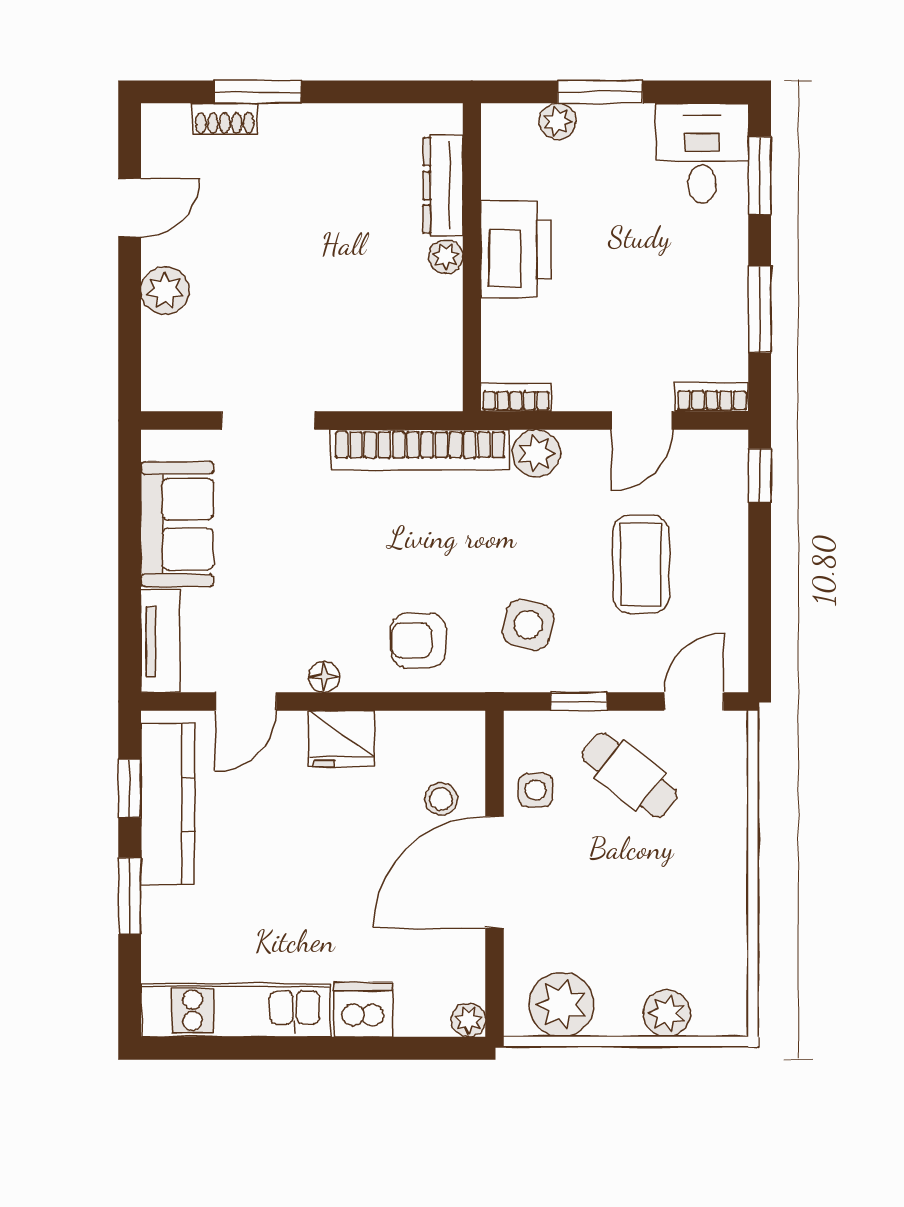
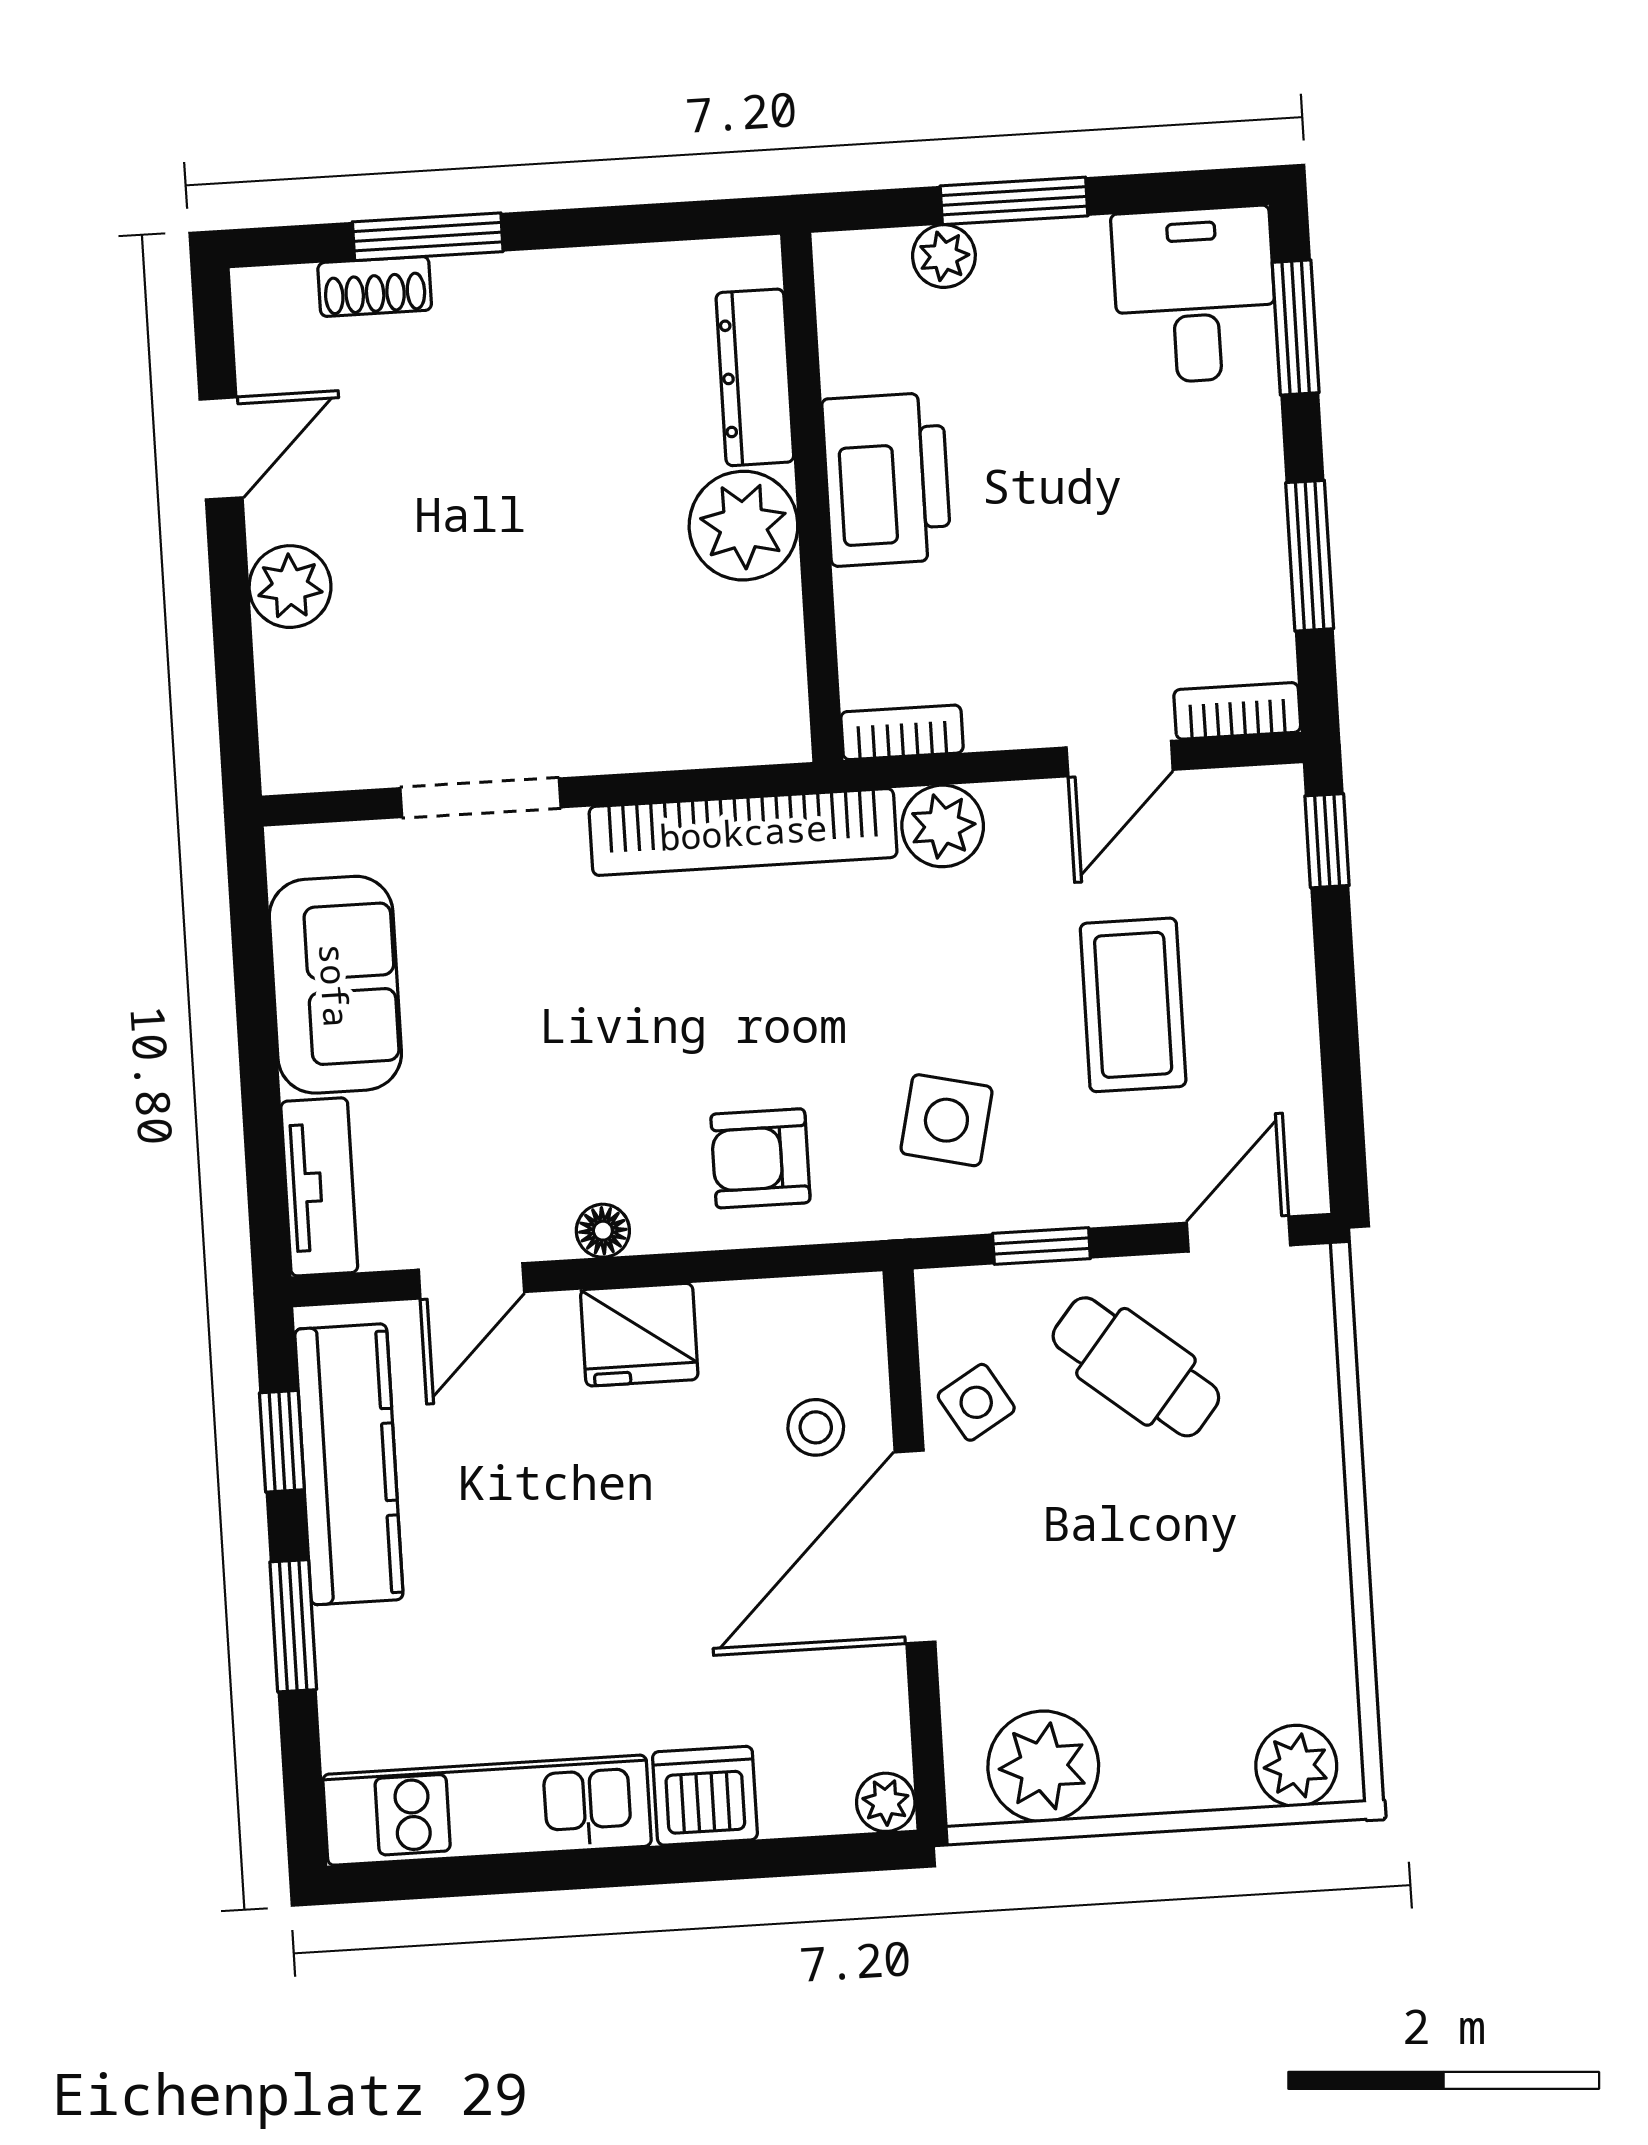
plant: (446, 257) -> (743, 526), width x1.88, depth x1.88
side table: (535, 790) -> (976, 1402), turned -31
plant: (667, 1013) -> (1296, 1766), moved

